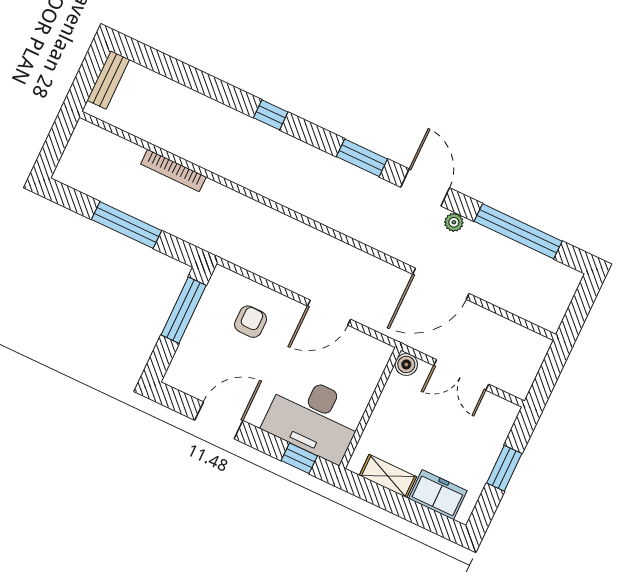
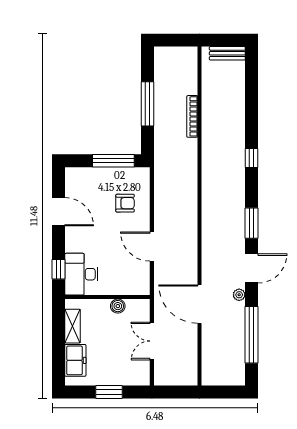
boiler: (406, 364) -> (118, 306), moved
desk: (314, 418) -> (81, 274), width x0.73, depth x0.77

